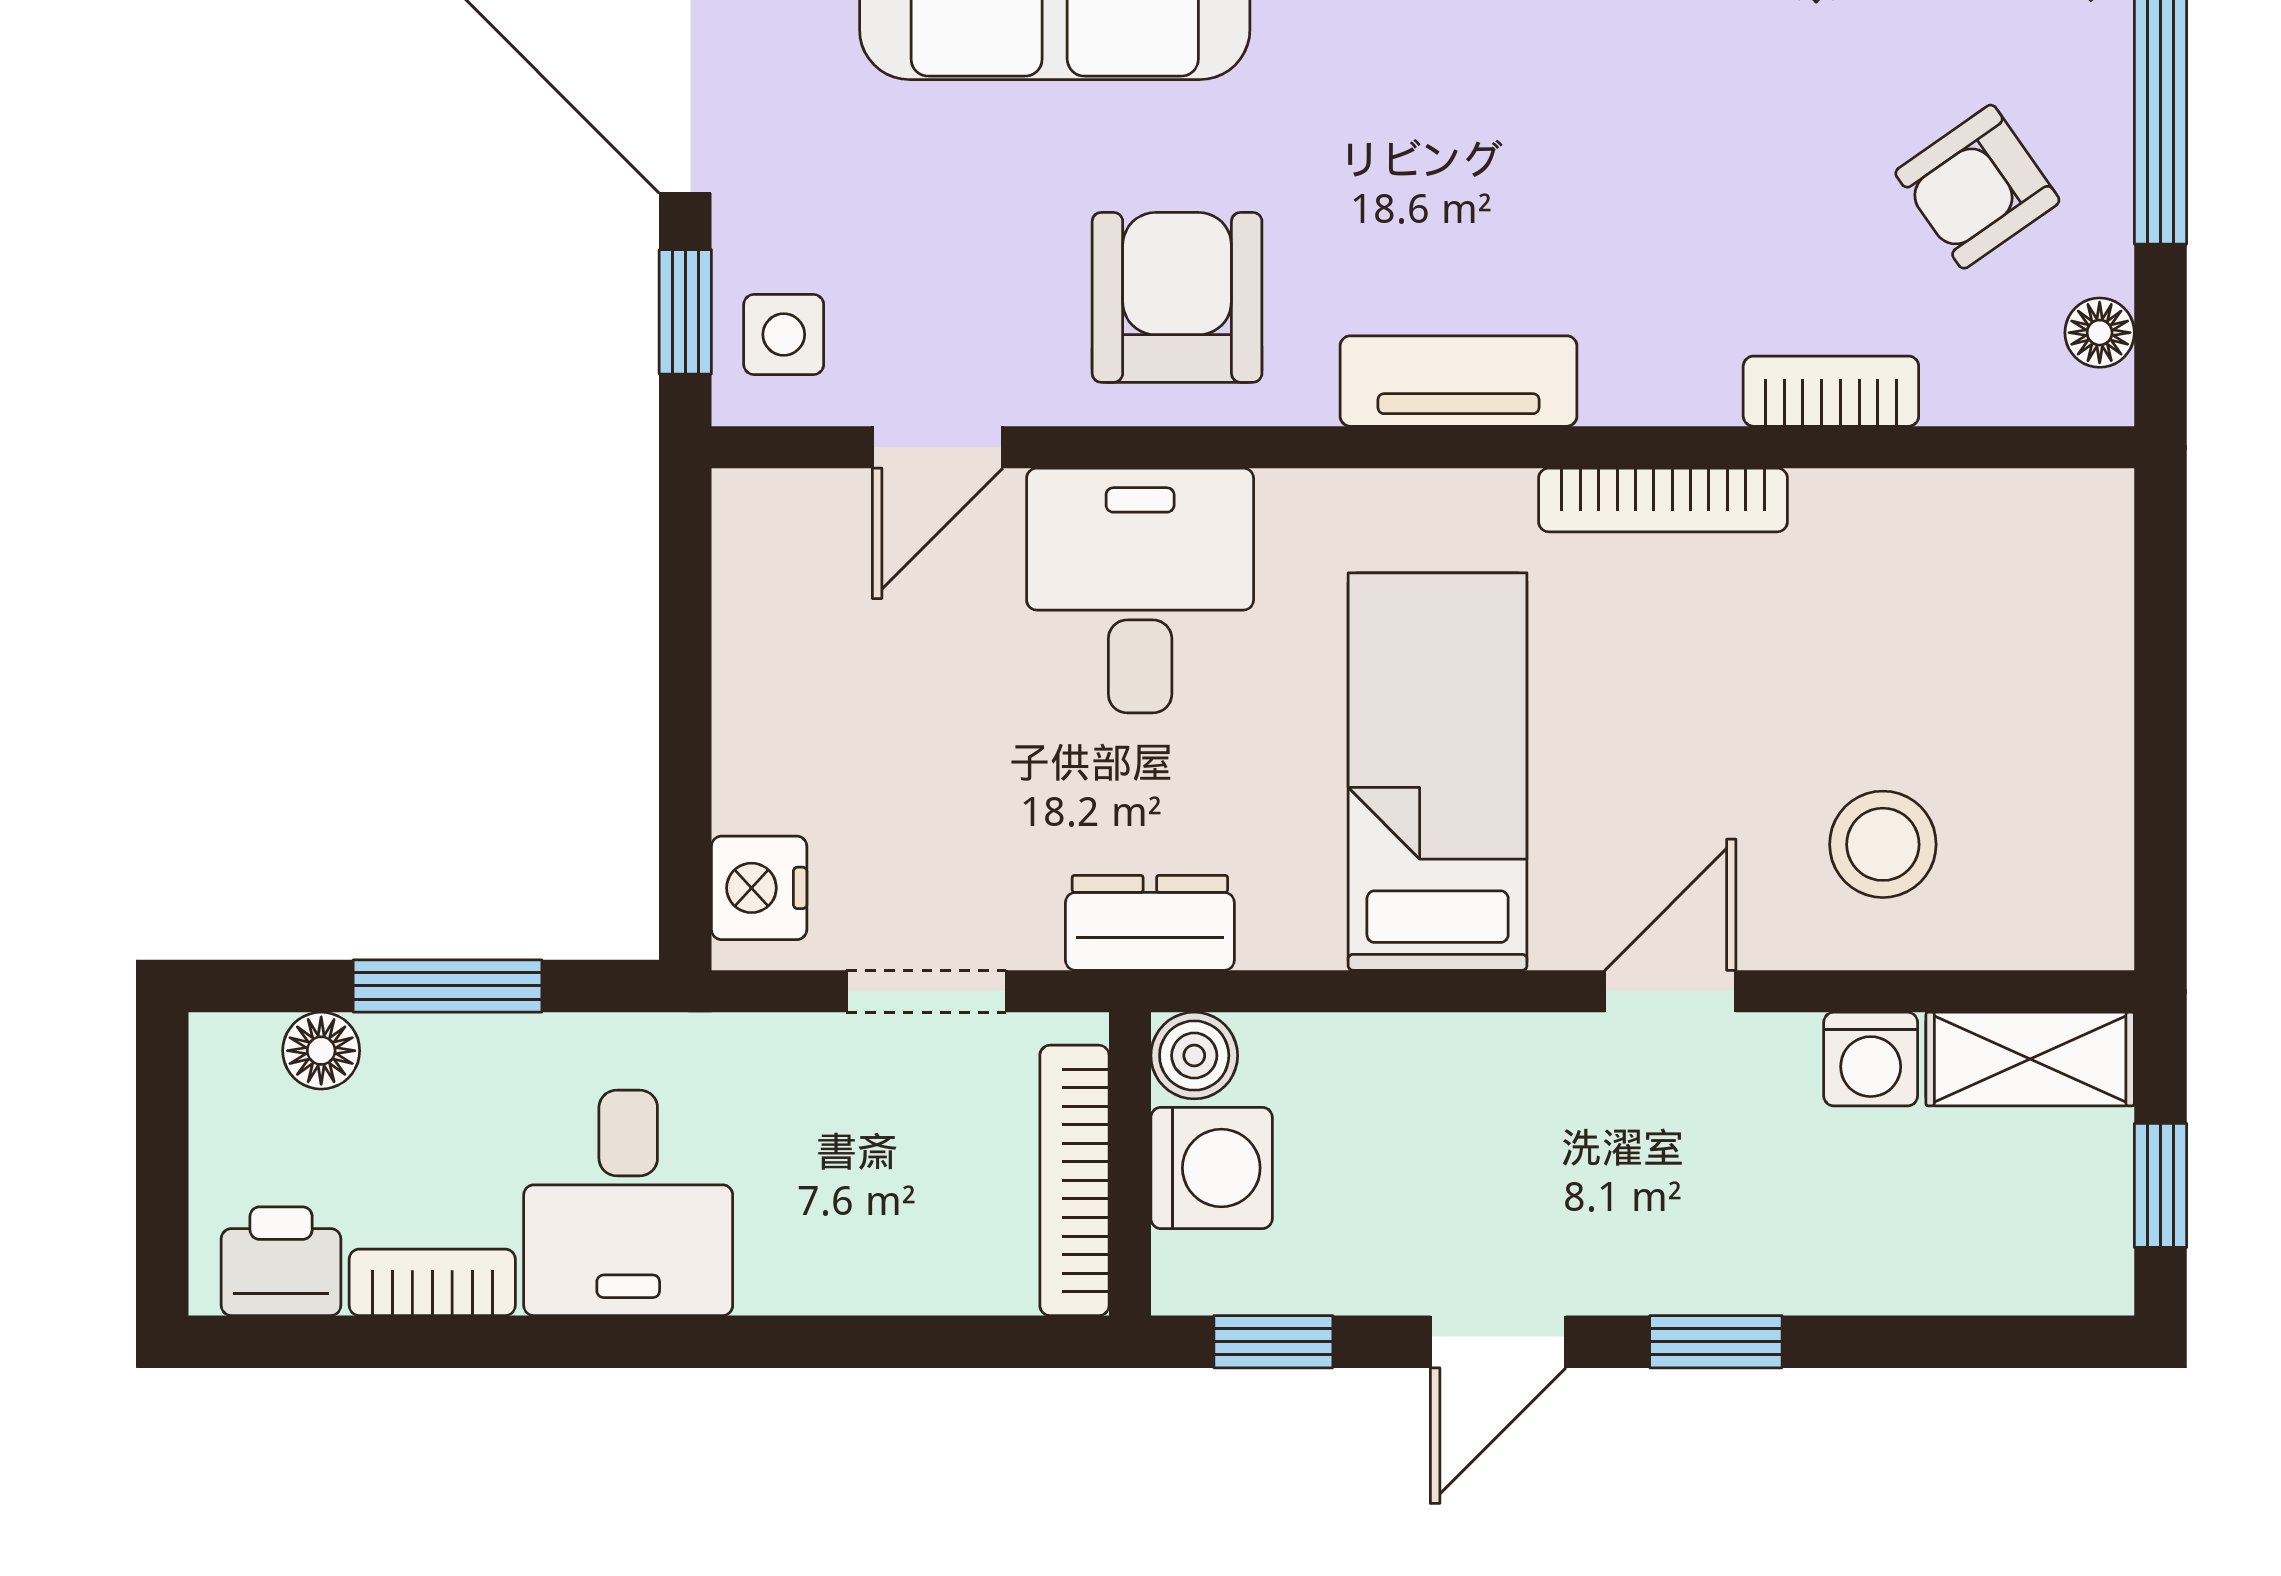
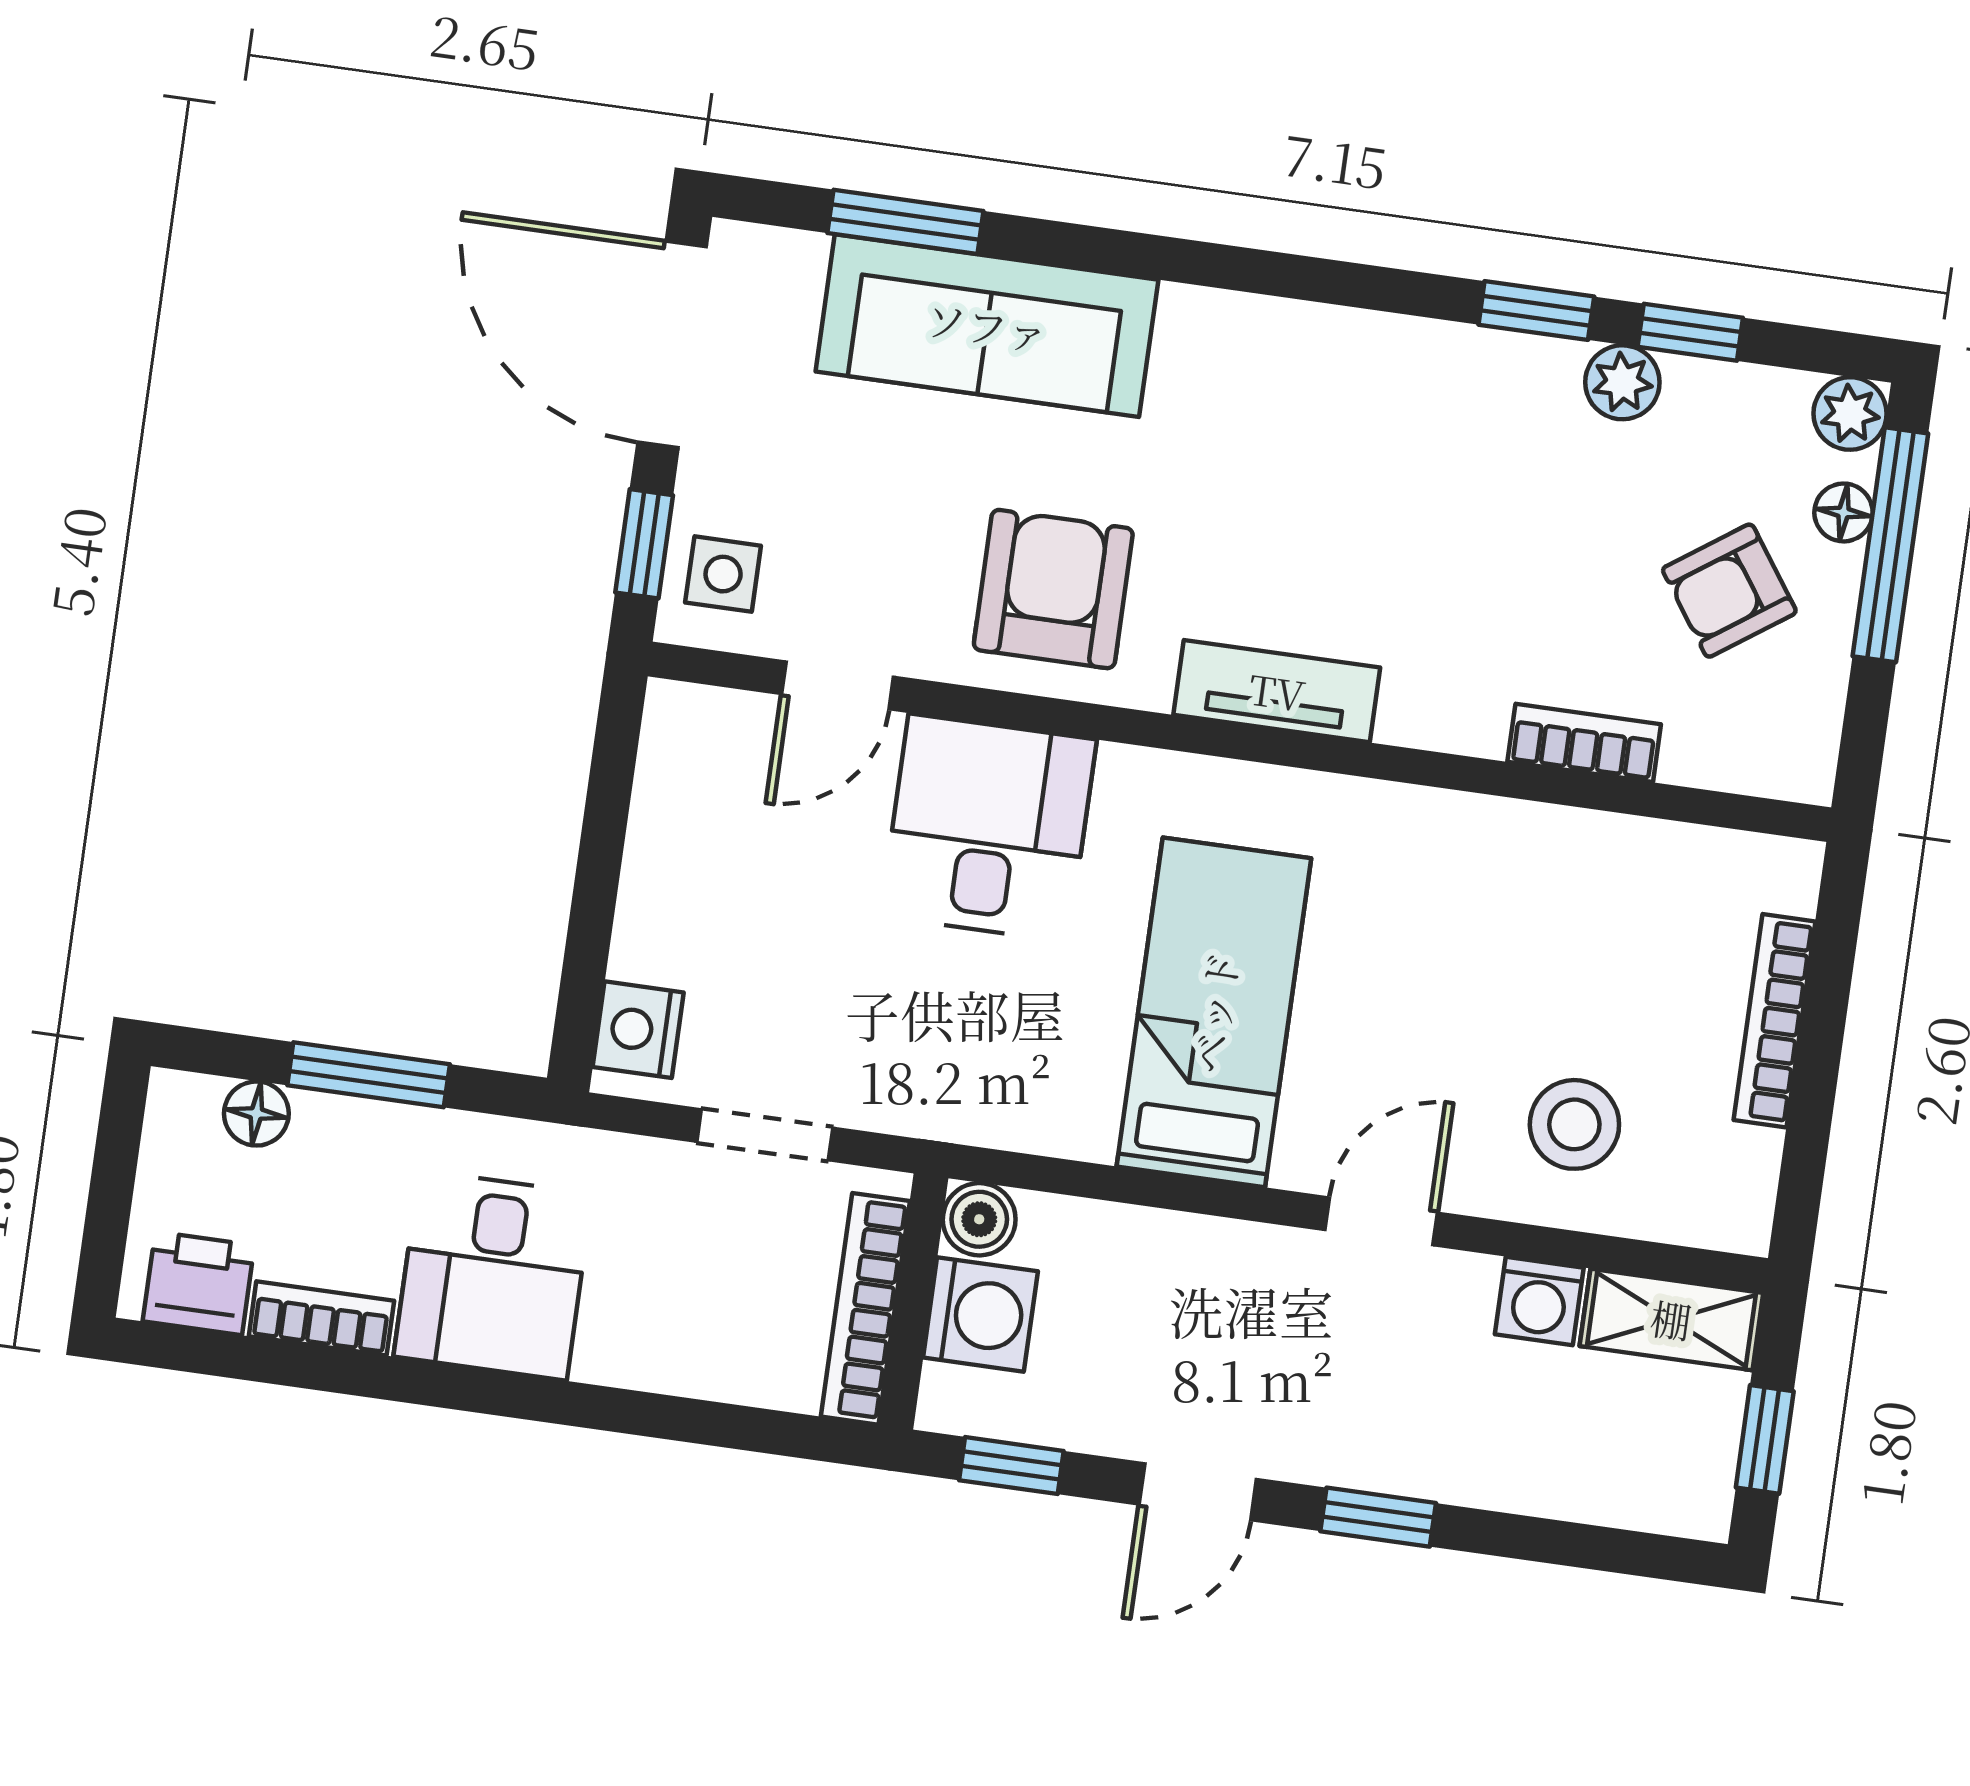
floor lamp: (2100, 333) -> (1844, 512), moved
bookcase: (1663, 500) -> (1775, 1021), moved, turned 90
dresser: (1150, 923) -> (958, 1104), removed

